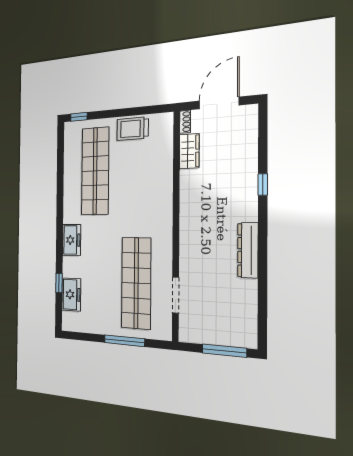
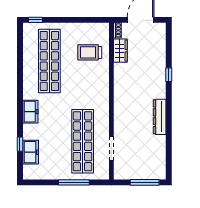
trolley: (133, 129) -> (90, 52), moved

